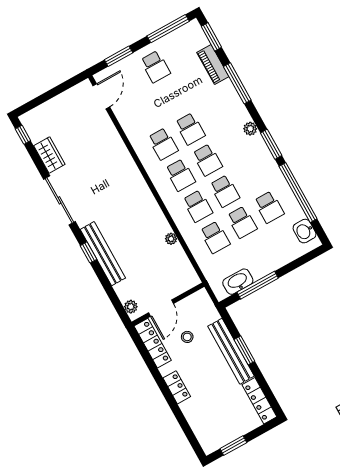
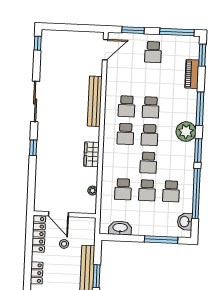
window: (237, 83) -> (200, 109), moved
plant: (250, 129) -> (186, 132), width x1.87, depth x1.87
wardrobe: (49, 155) -> (92, 154), moved, turned 180
school desk: (198, 206) -> (124, 162), removed
plant: (171, 239) -> (93, 191), moved
bench: (103, 254) -> (95, 101), moved
window: (258, 285) -> (161, 240), moved
plant: (131, 307) -> (39, 201), removed
door: (161, 308) -> (58, 214), hinge flipped

